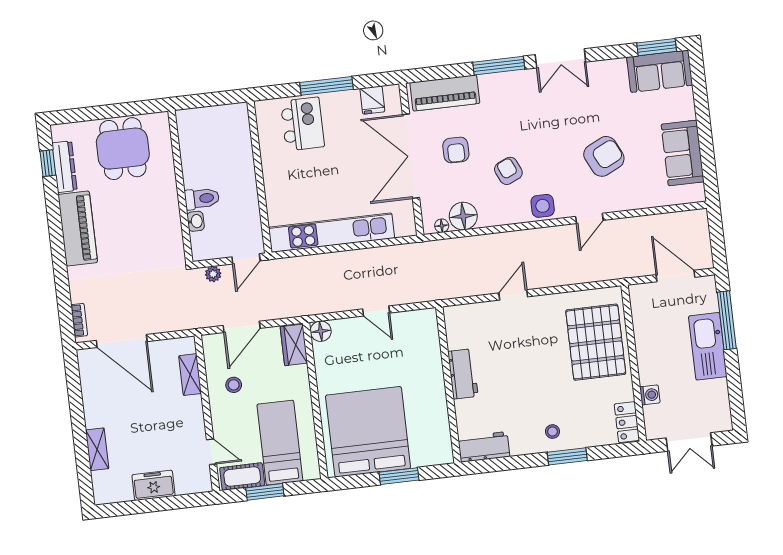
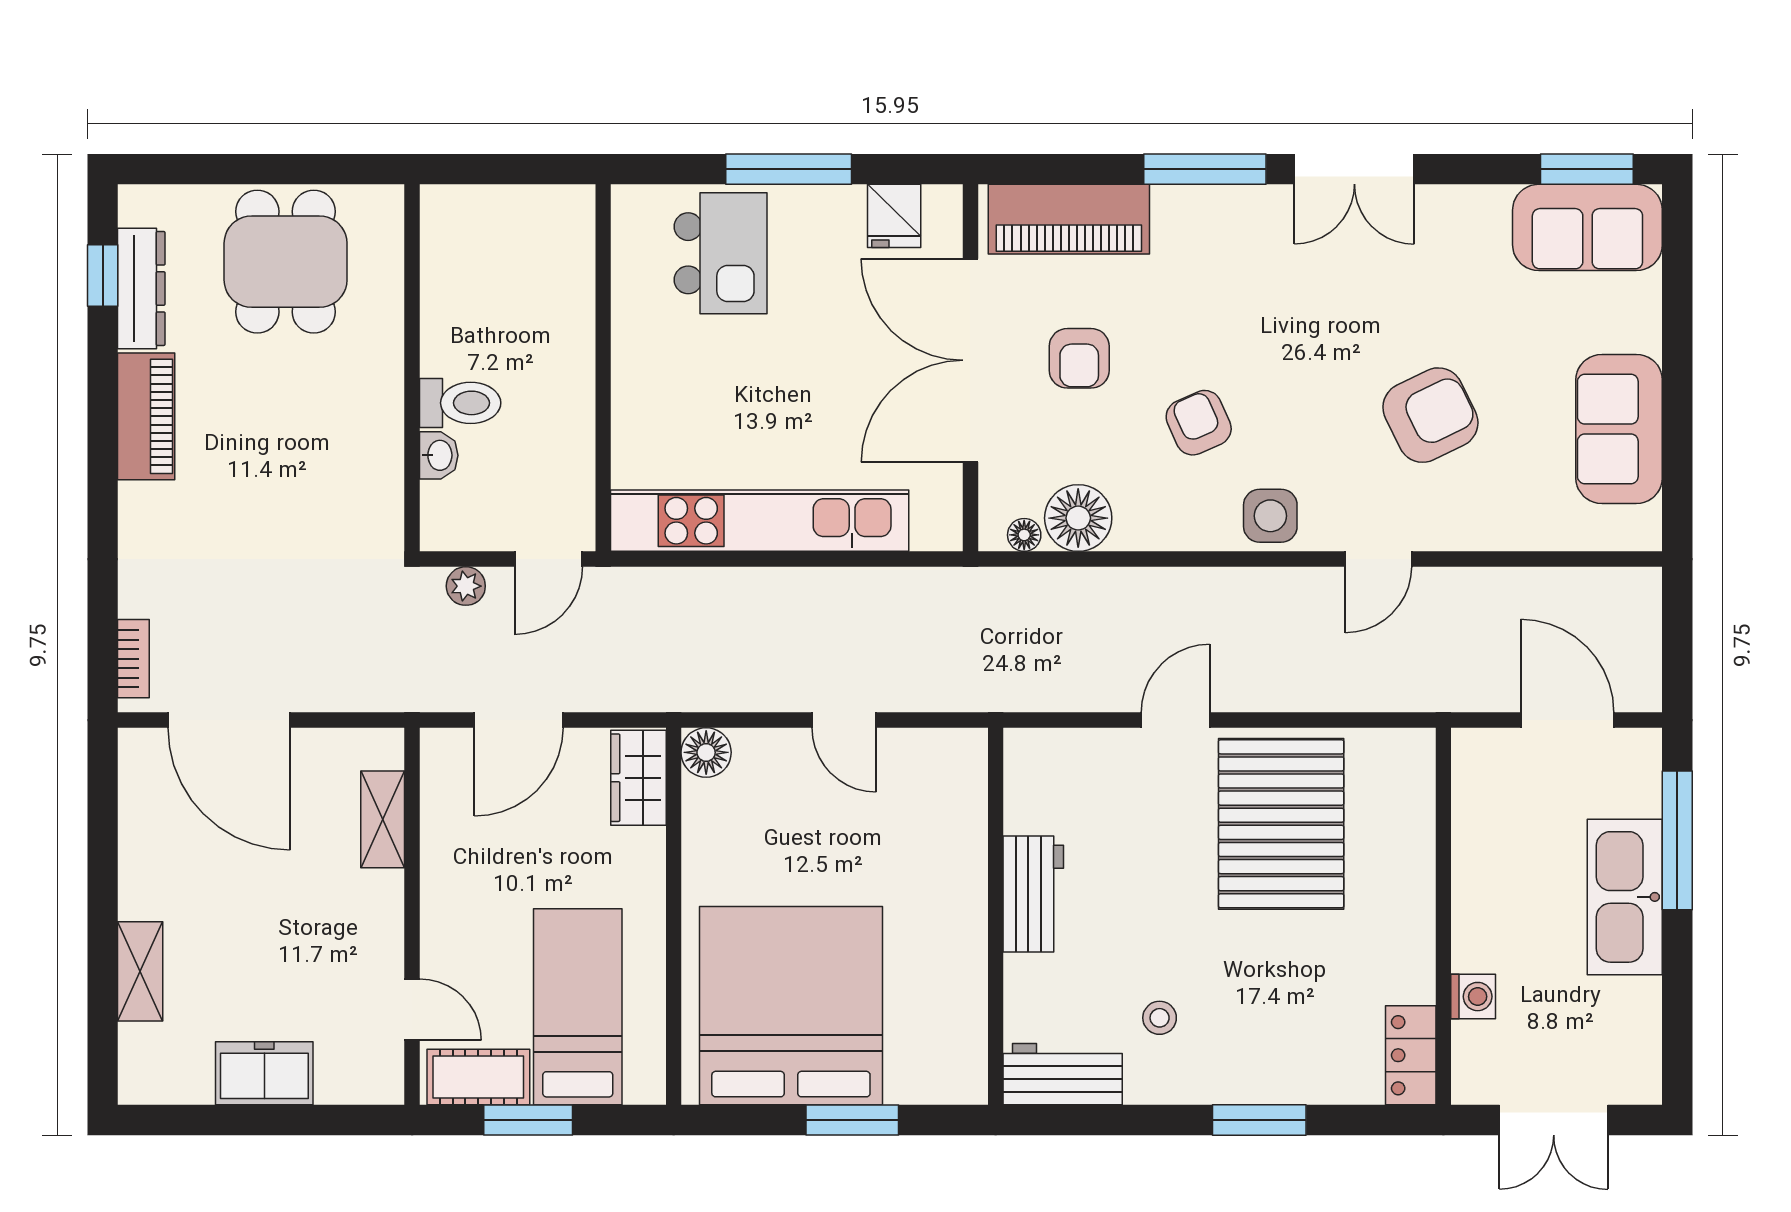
piano: (78, 229) -> (146, 416), width x0.73, depth x0.75
pallet: (596, 342) -> (1281, 824), moved
stool: (234, 385) -> (484, 856), removed
stool: (552, 432) -> (1160, 1018), moved

